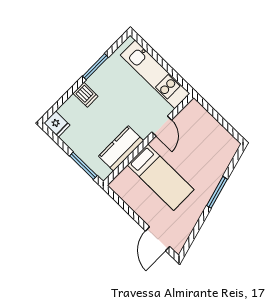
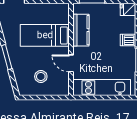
stool: (203, 142) -> (41, 77), added

